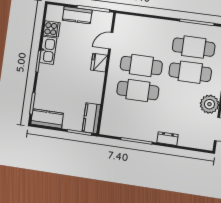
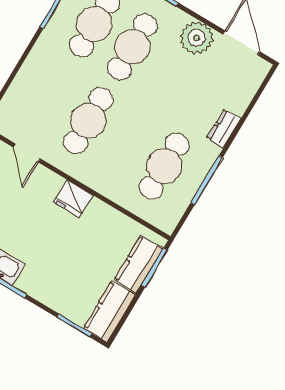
fridge: (99, 63) -> (73, 199), moved
cafe table: (138, 90) -> (164, 166), moved
kitchen counter: (91, 118) -> (139, 264), moved, turned 90

